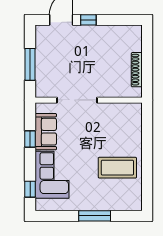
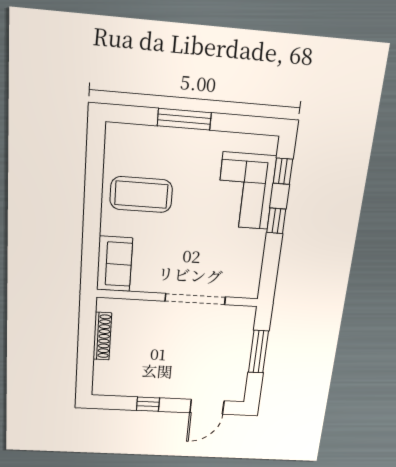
window: (88, 20) -> (148, 404), moved
sofa: (46, 132) -> (114, 264), moved, turned 180
window: (30, 139) -> (276, 221), moved

